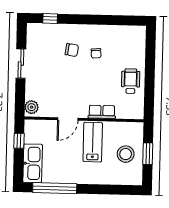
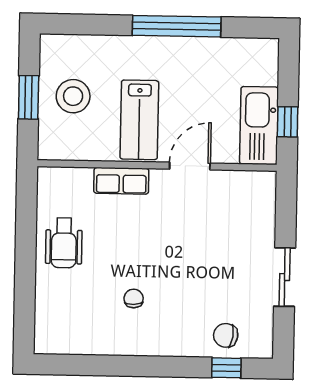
chair: (72, 50) -> (226, 335), moved
plant: (32, 107) -> (263, 190), removed
kitchen sink: (33, 163) -> (259, 126), moved
window: (55, 188) -> (177, 26), moved

